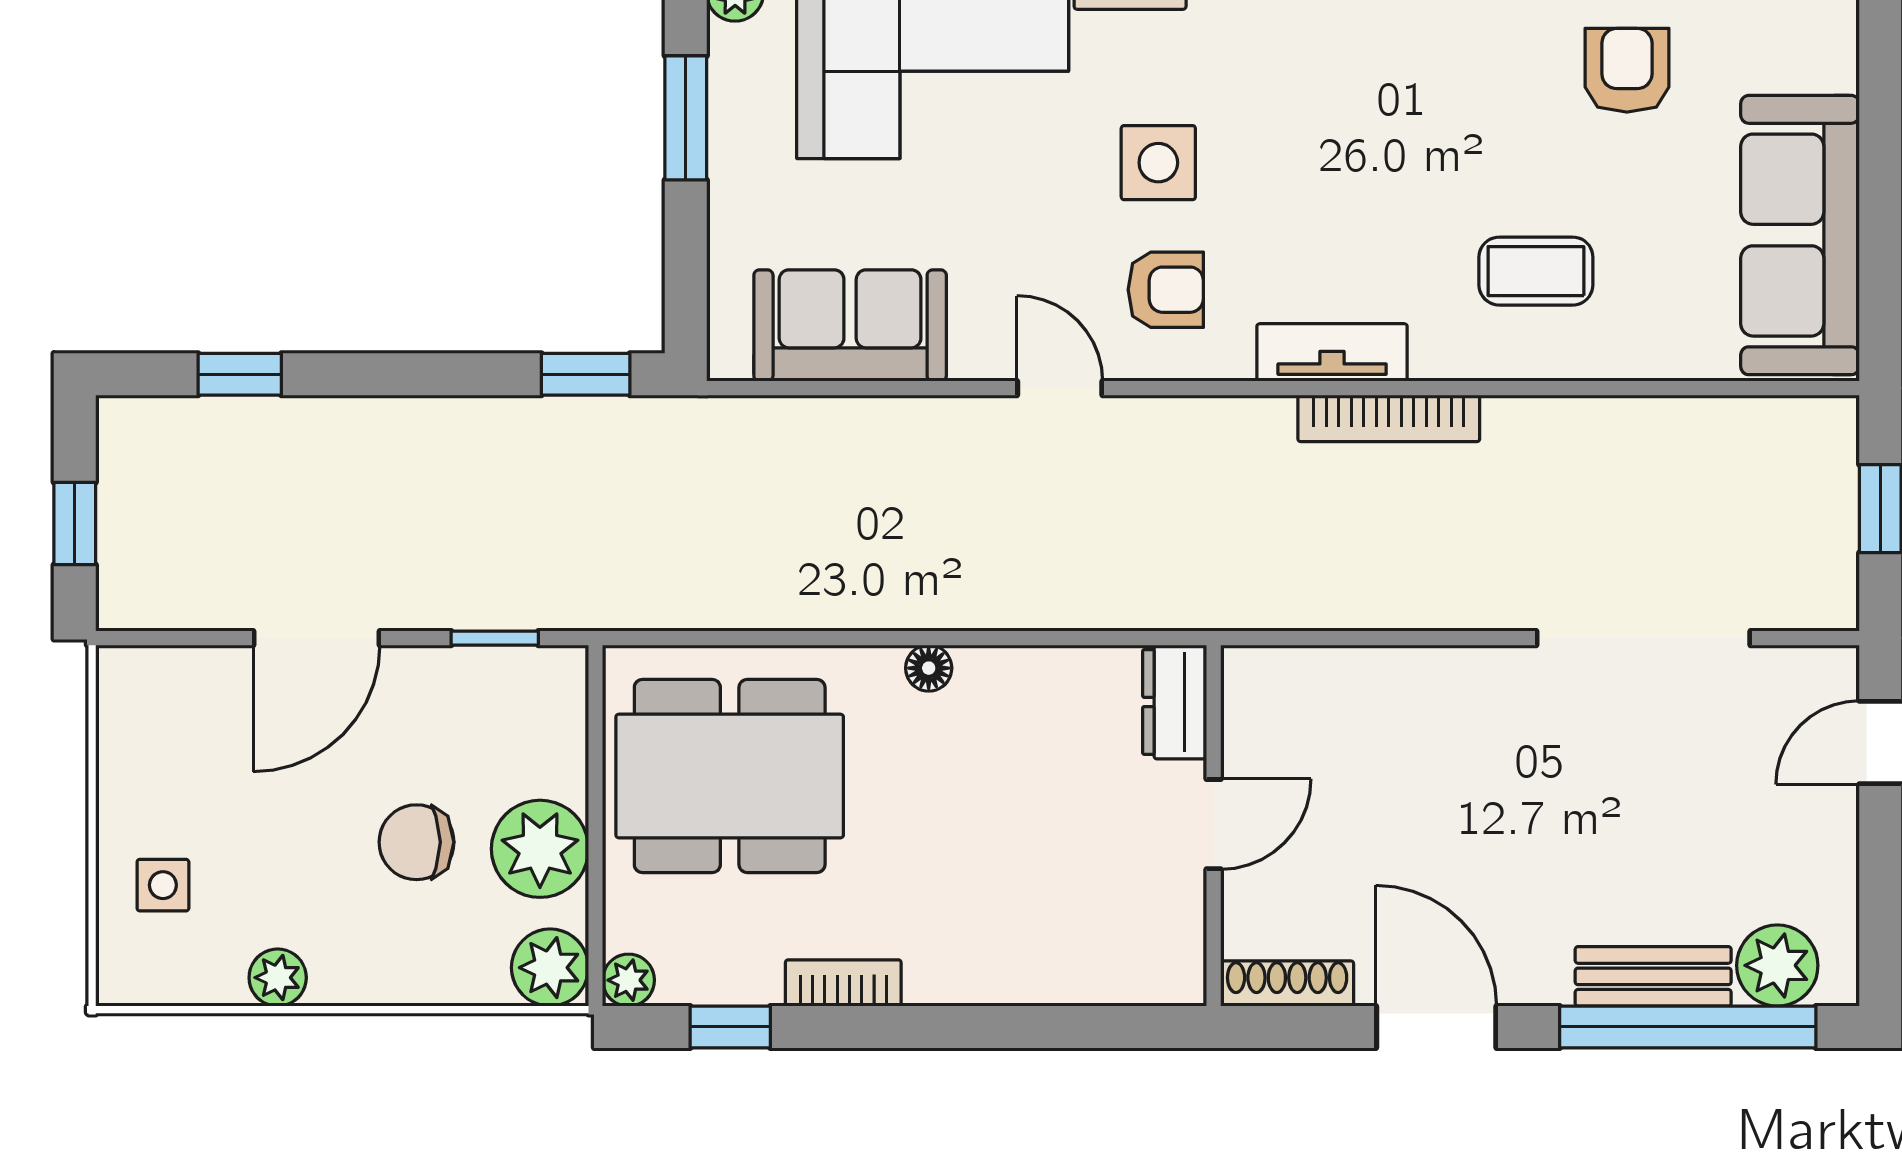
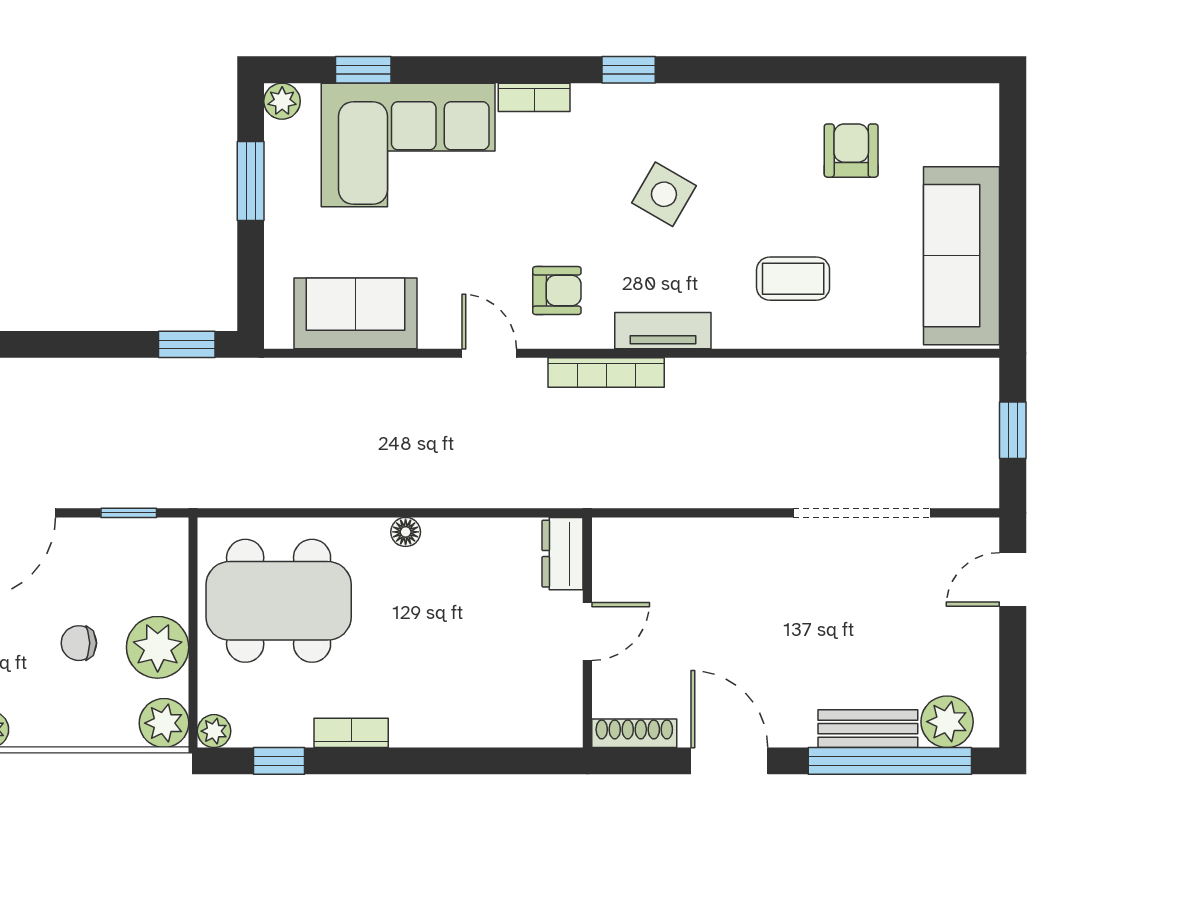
side table: (1158, 163) -> (664, 194), moved, turned 30
bookcase: (1389, 418) -> (606, 373), moved
chair: (417, 842) -> (79, 643), width x0.73, depth x0.73

